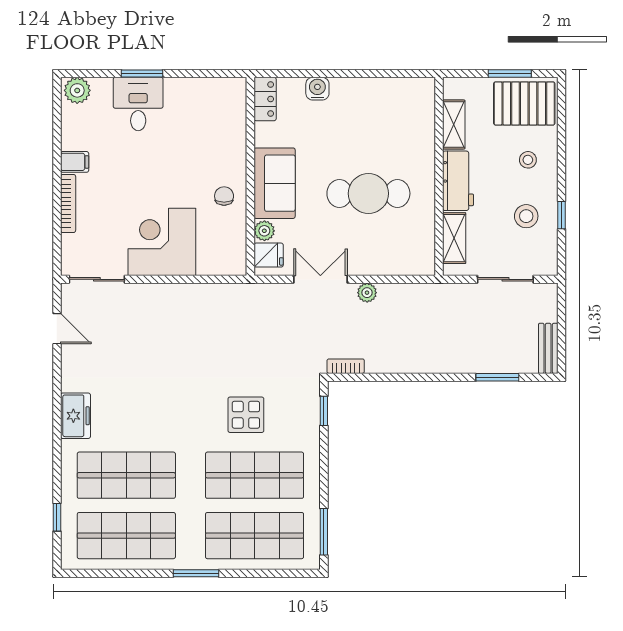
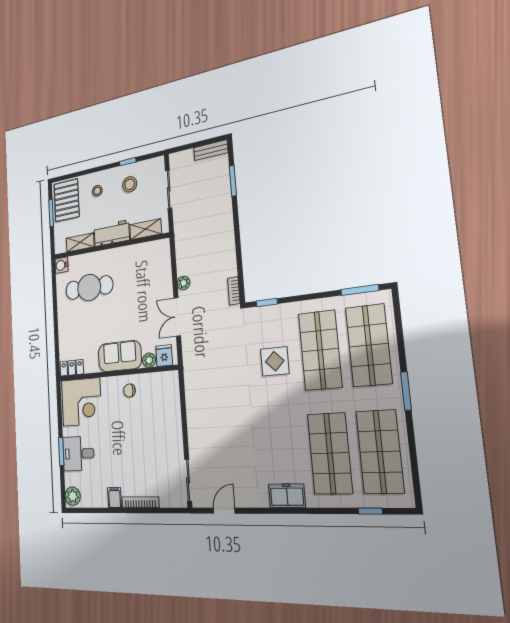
water cooler: (317, 89) -> (62, 265), moved
cafe table: (368, 193) -> (89, 288), moved, turned 90
corner desk: (162, 242) -> (82, 402), moved, turned -90

